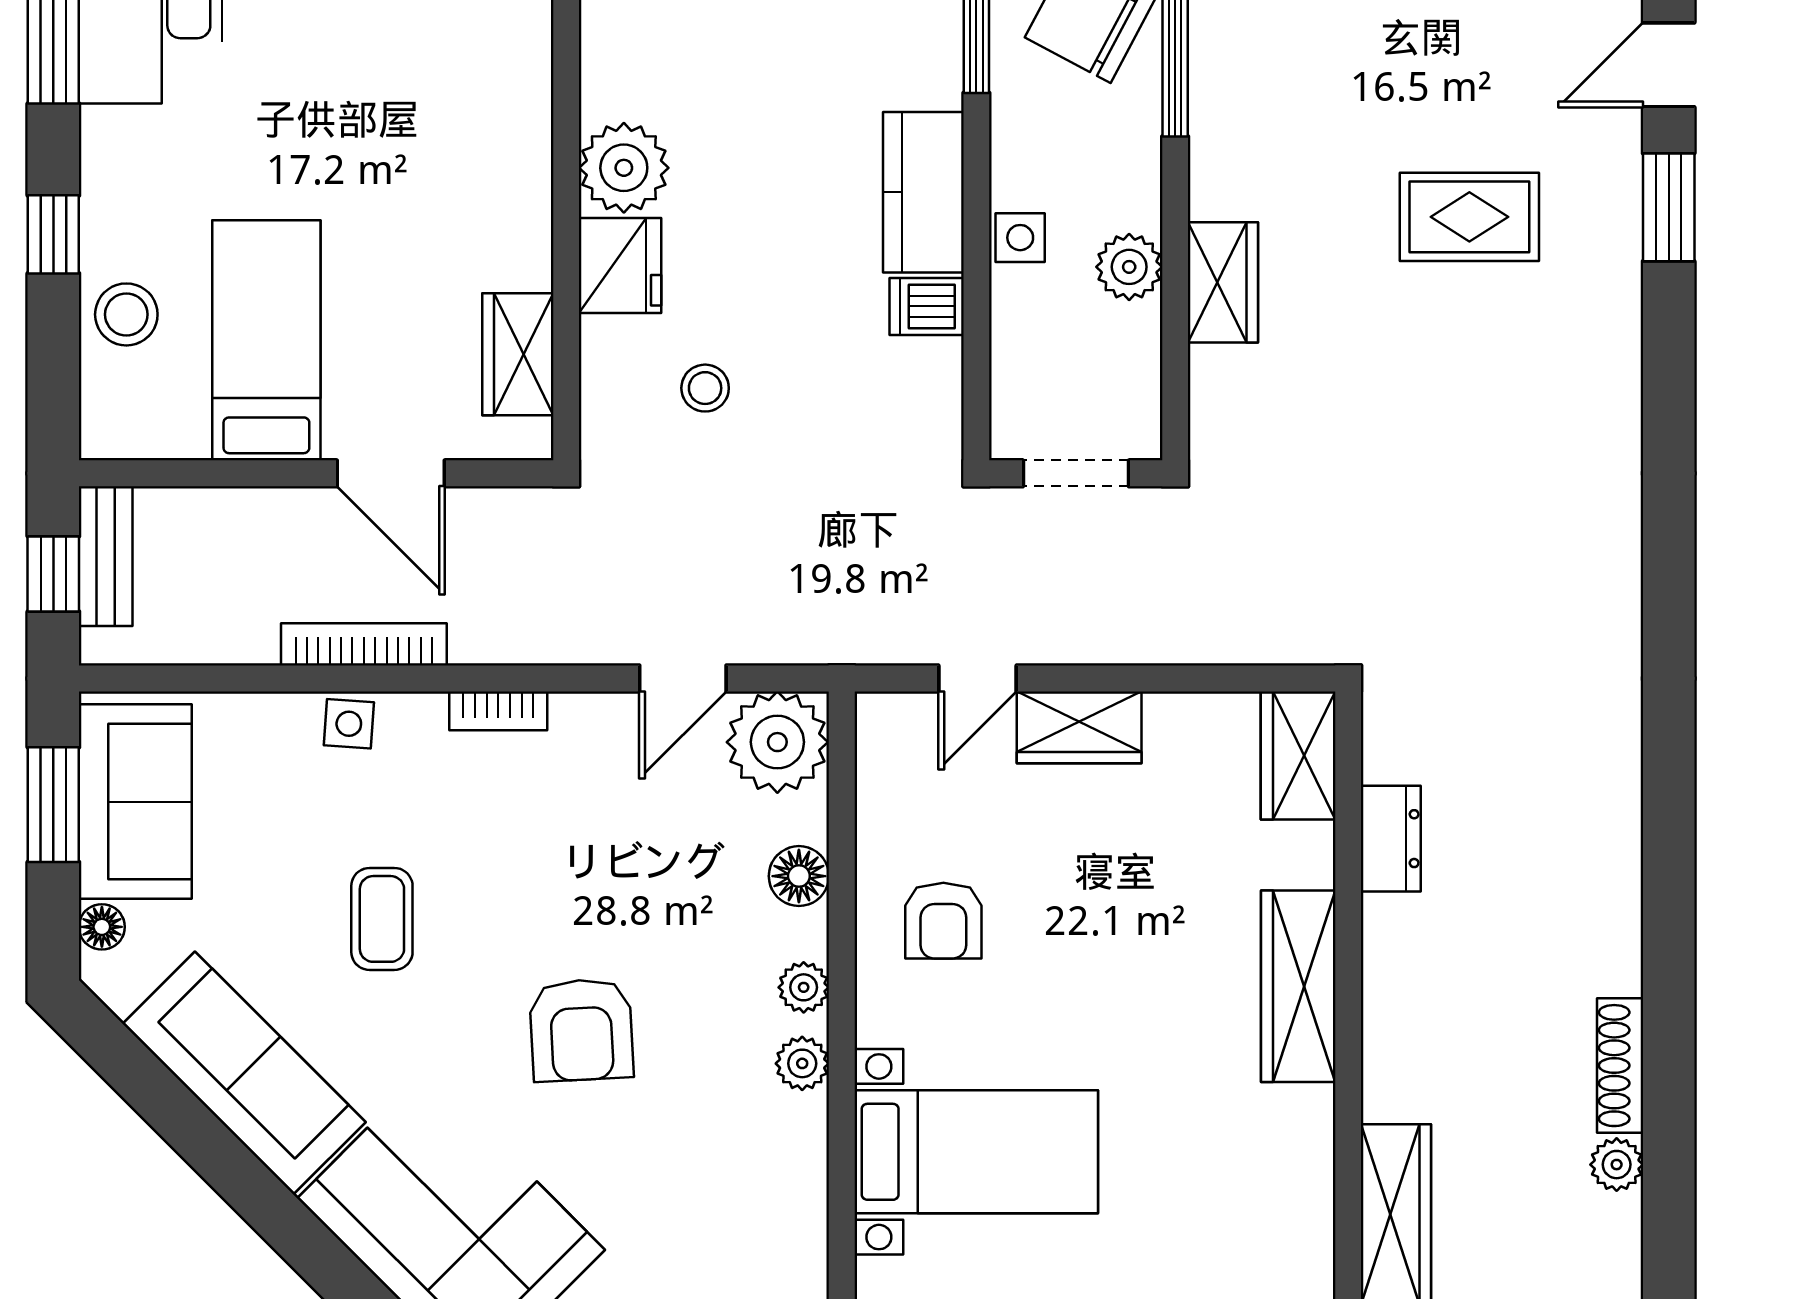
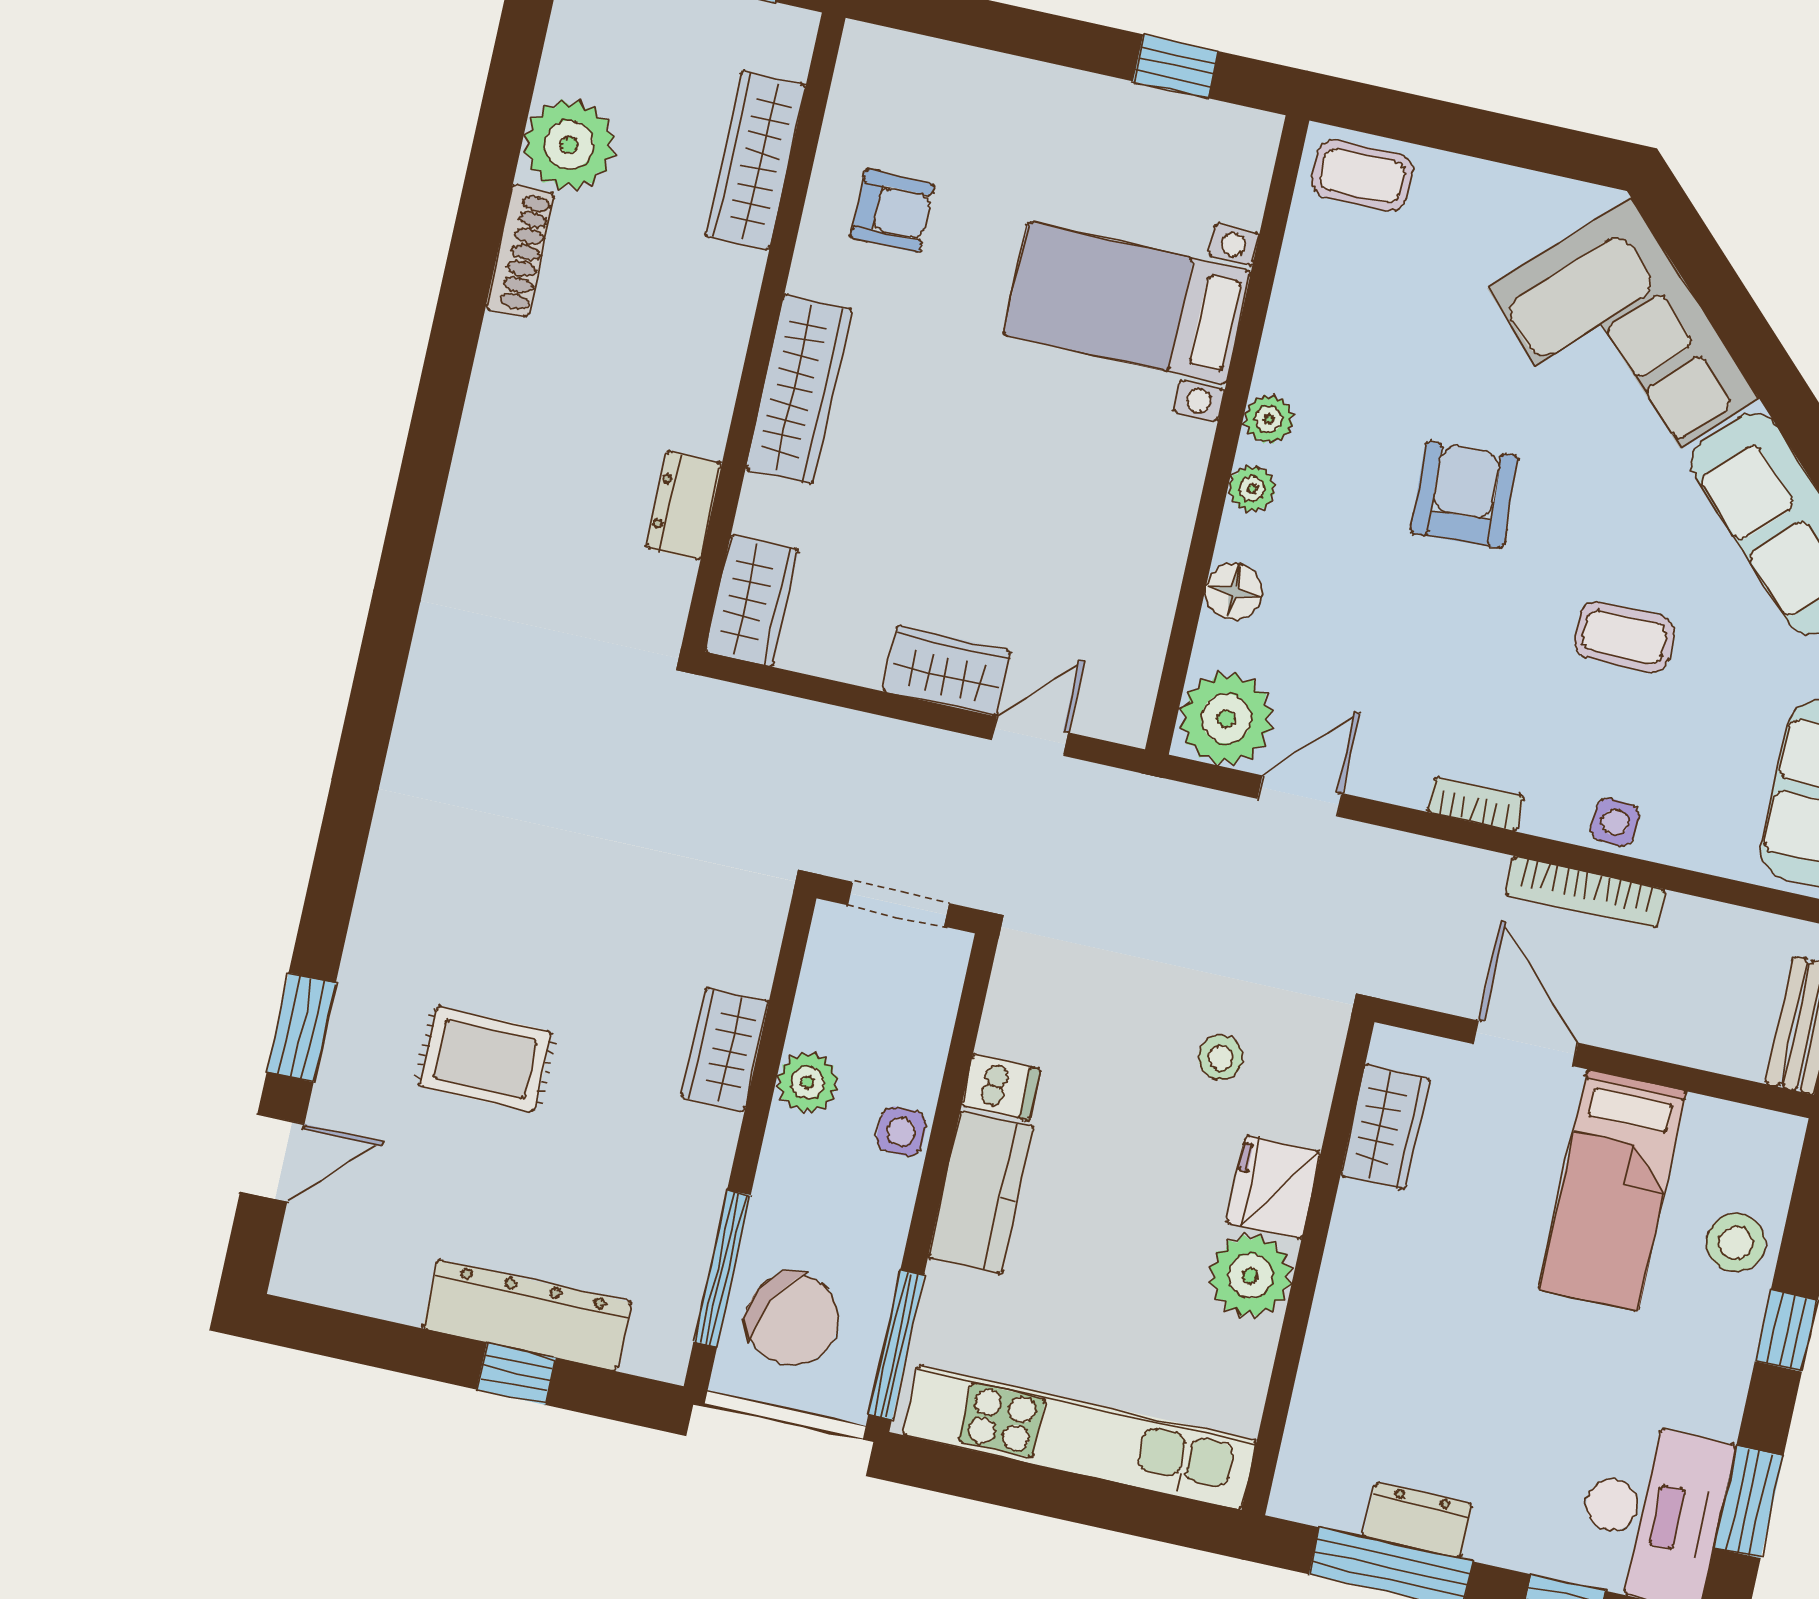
coffee table: (382, 919) -> (1624, 637), turned 90
armchair: (943, 921) -> (892, 211), moved, turned 90
plant: (1617, 1165) -> (569, 145), width x1.88, depth x1.88

